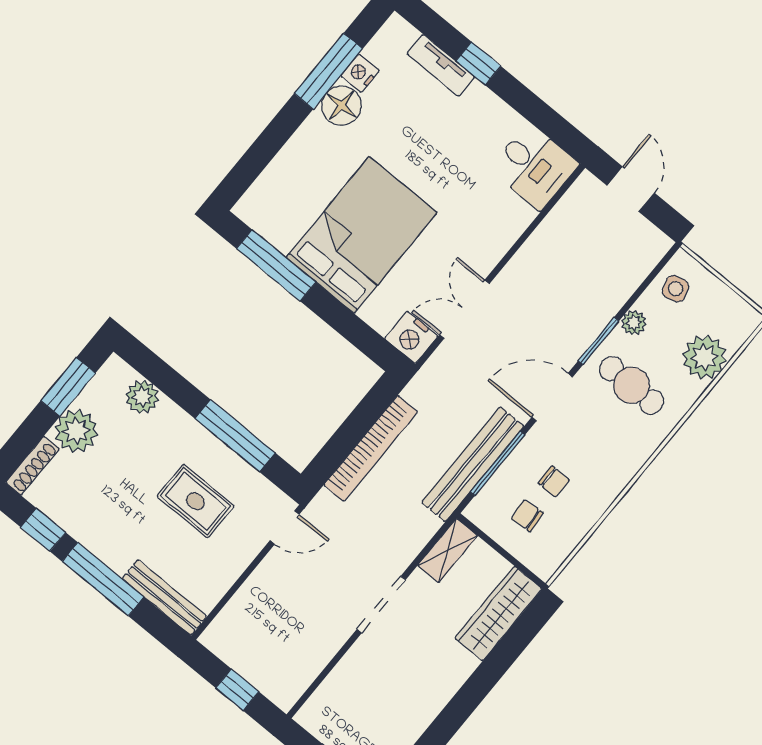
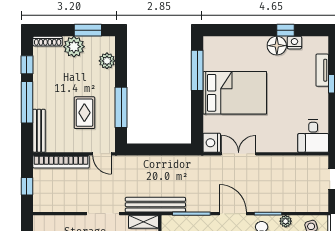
window: (328, 71) -> (286, 30), width x0.46
bookcase: (371, 448) -> (61, 162), moved
bench: (473, 464) -> (155, 205), moved

